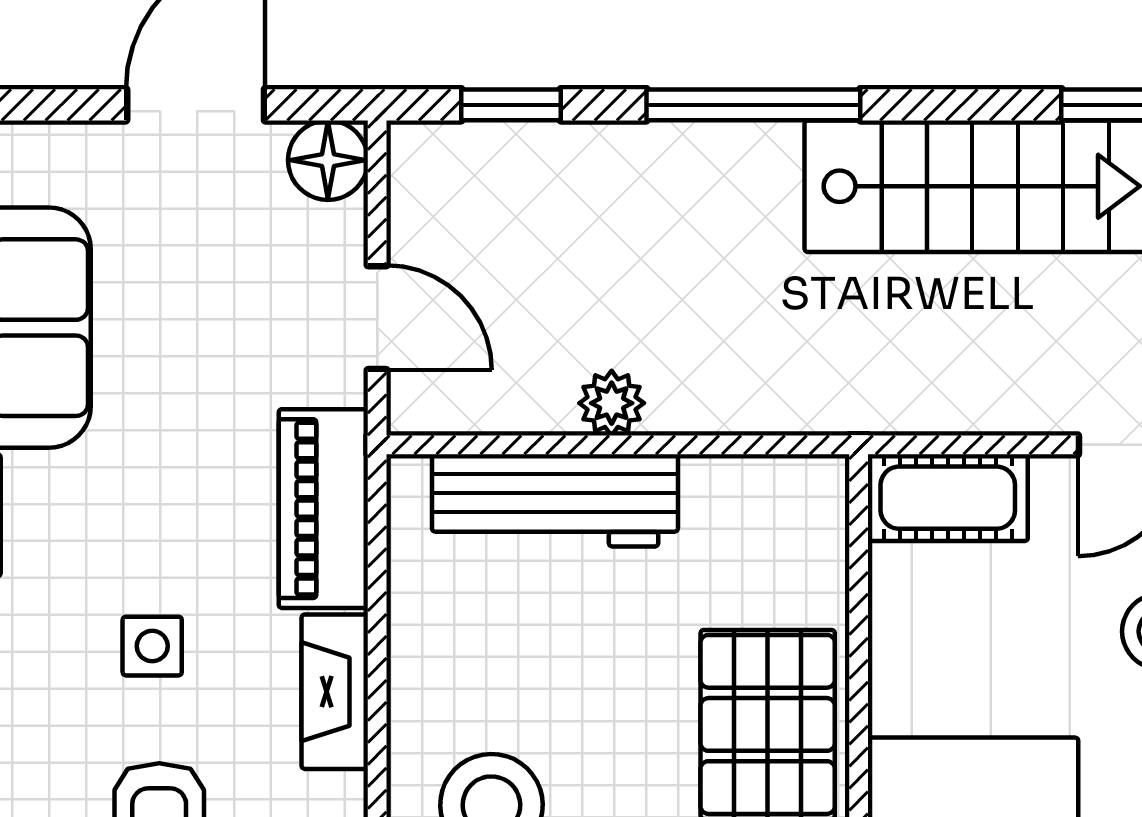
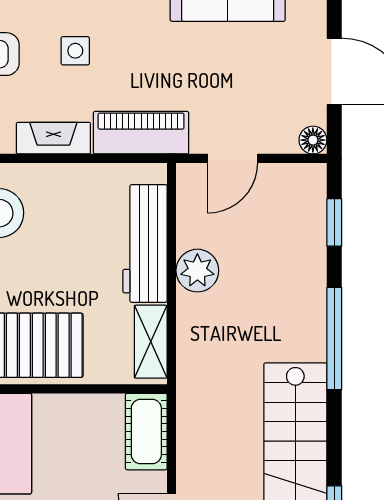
floor lamp: (328, 160) -> (313, 140), width x0.73, depth x0.73
plant: (612, 403) -> (197, 271), width x1.38, depth x1.38
shelving: (760, 489) -> (151, 342), added

